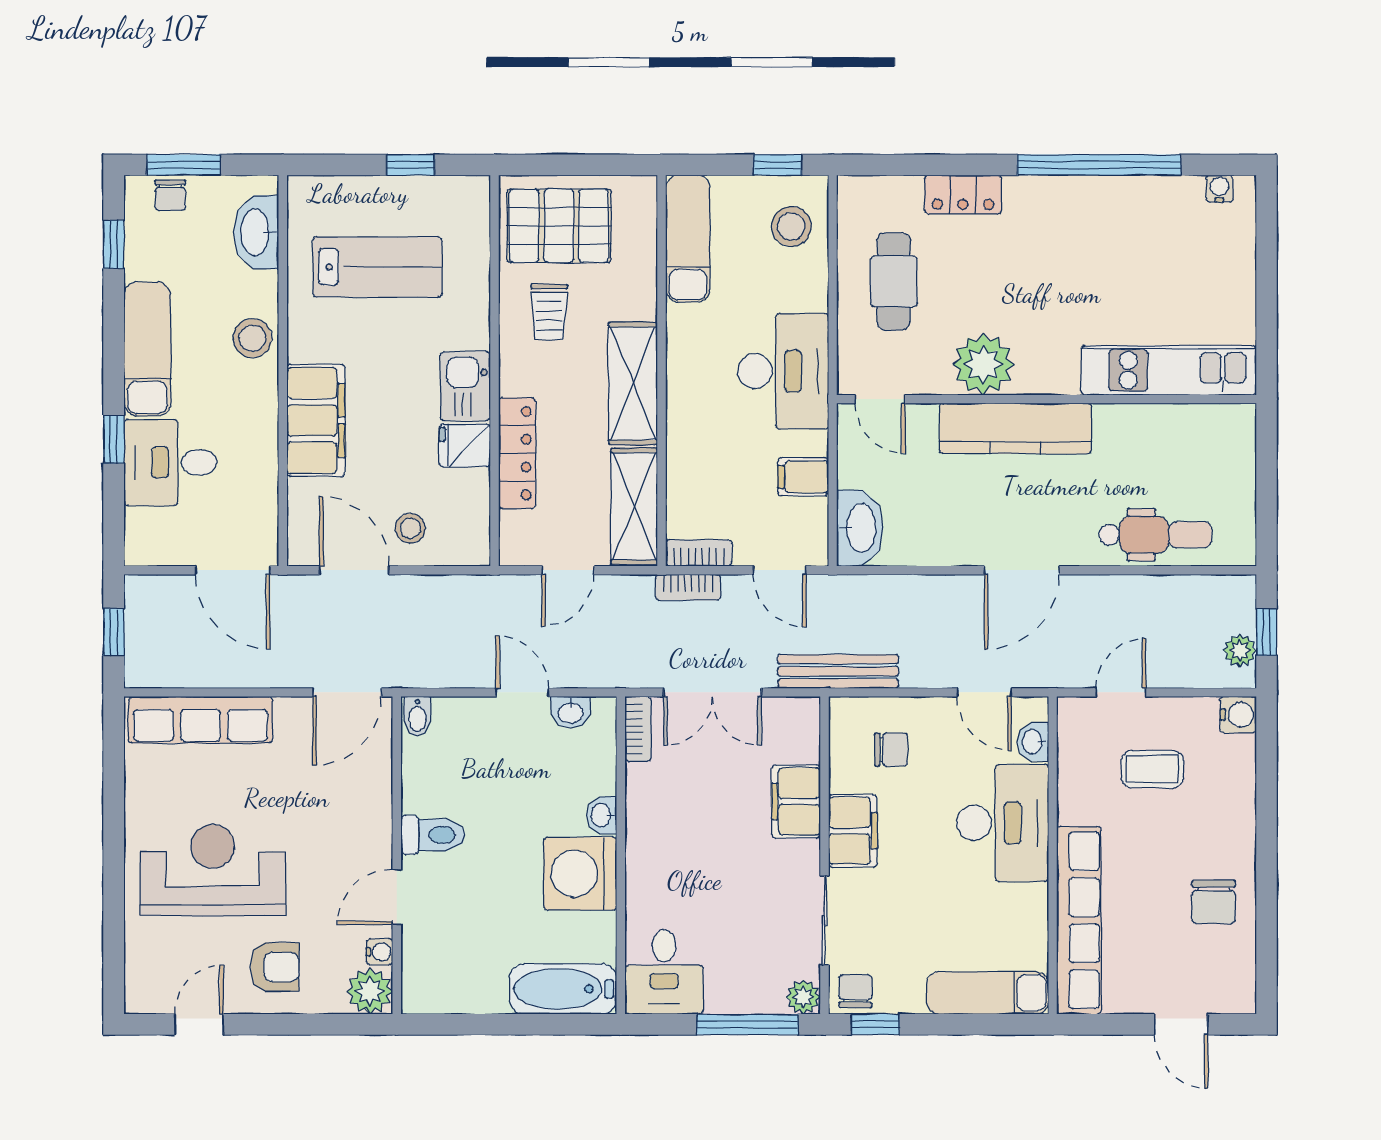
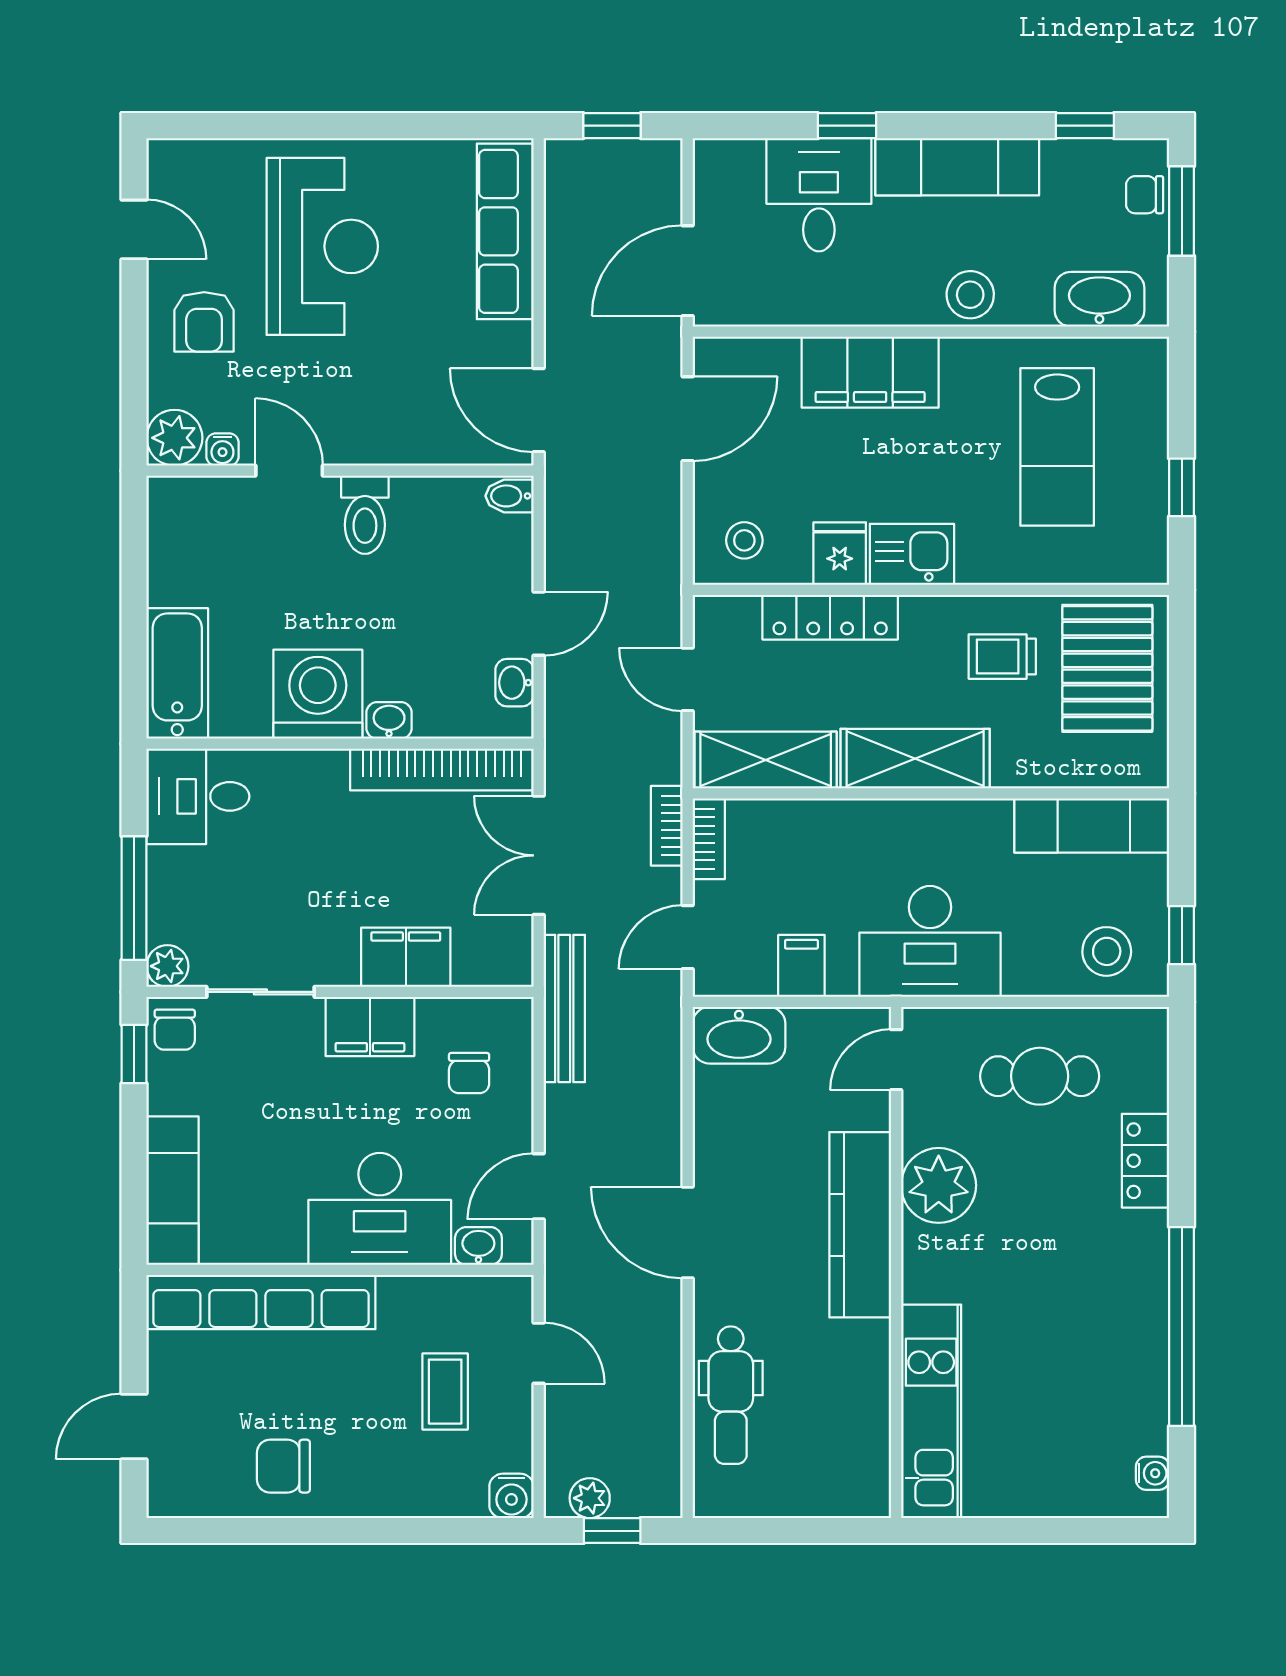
stool: (410, 528) -> (744, 540), moved
bookcase: (638, 729) -> (442, 770), width x2.31, depth x1.31
chair: (855, 991) -> (175, 1030), turned 90

